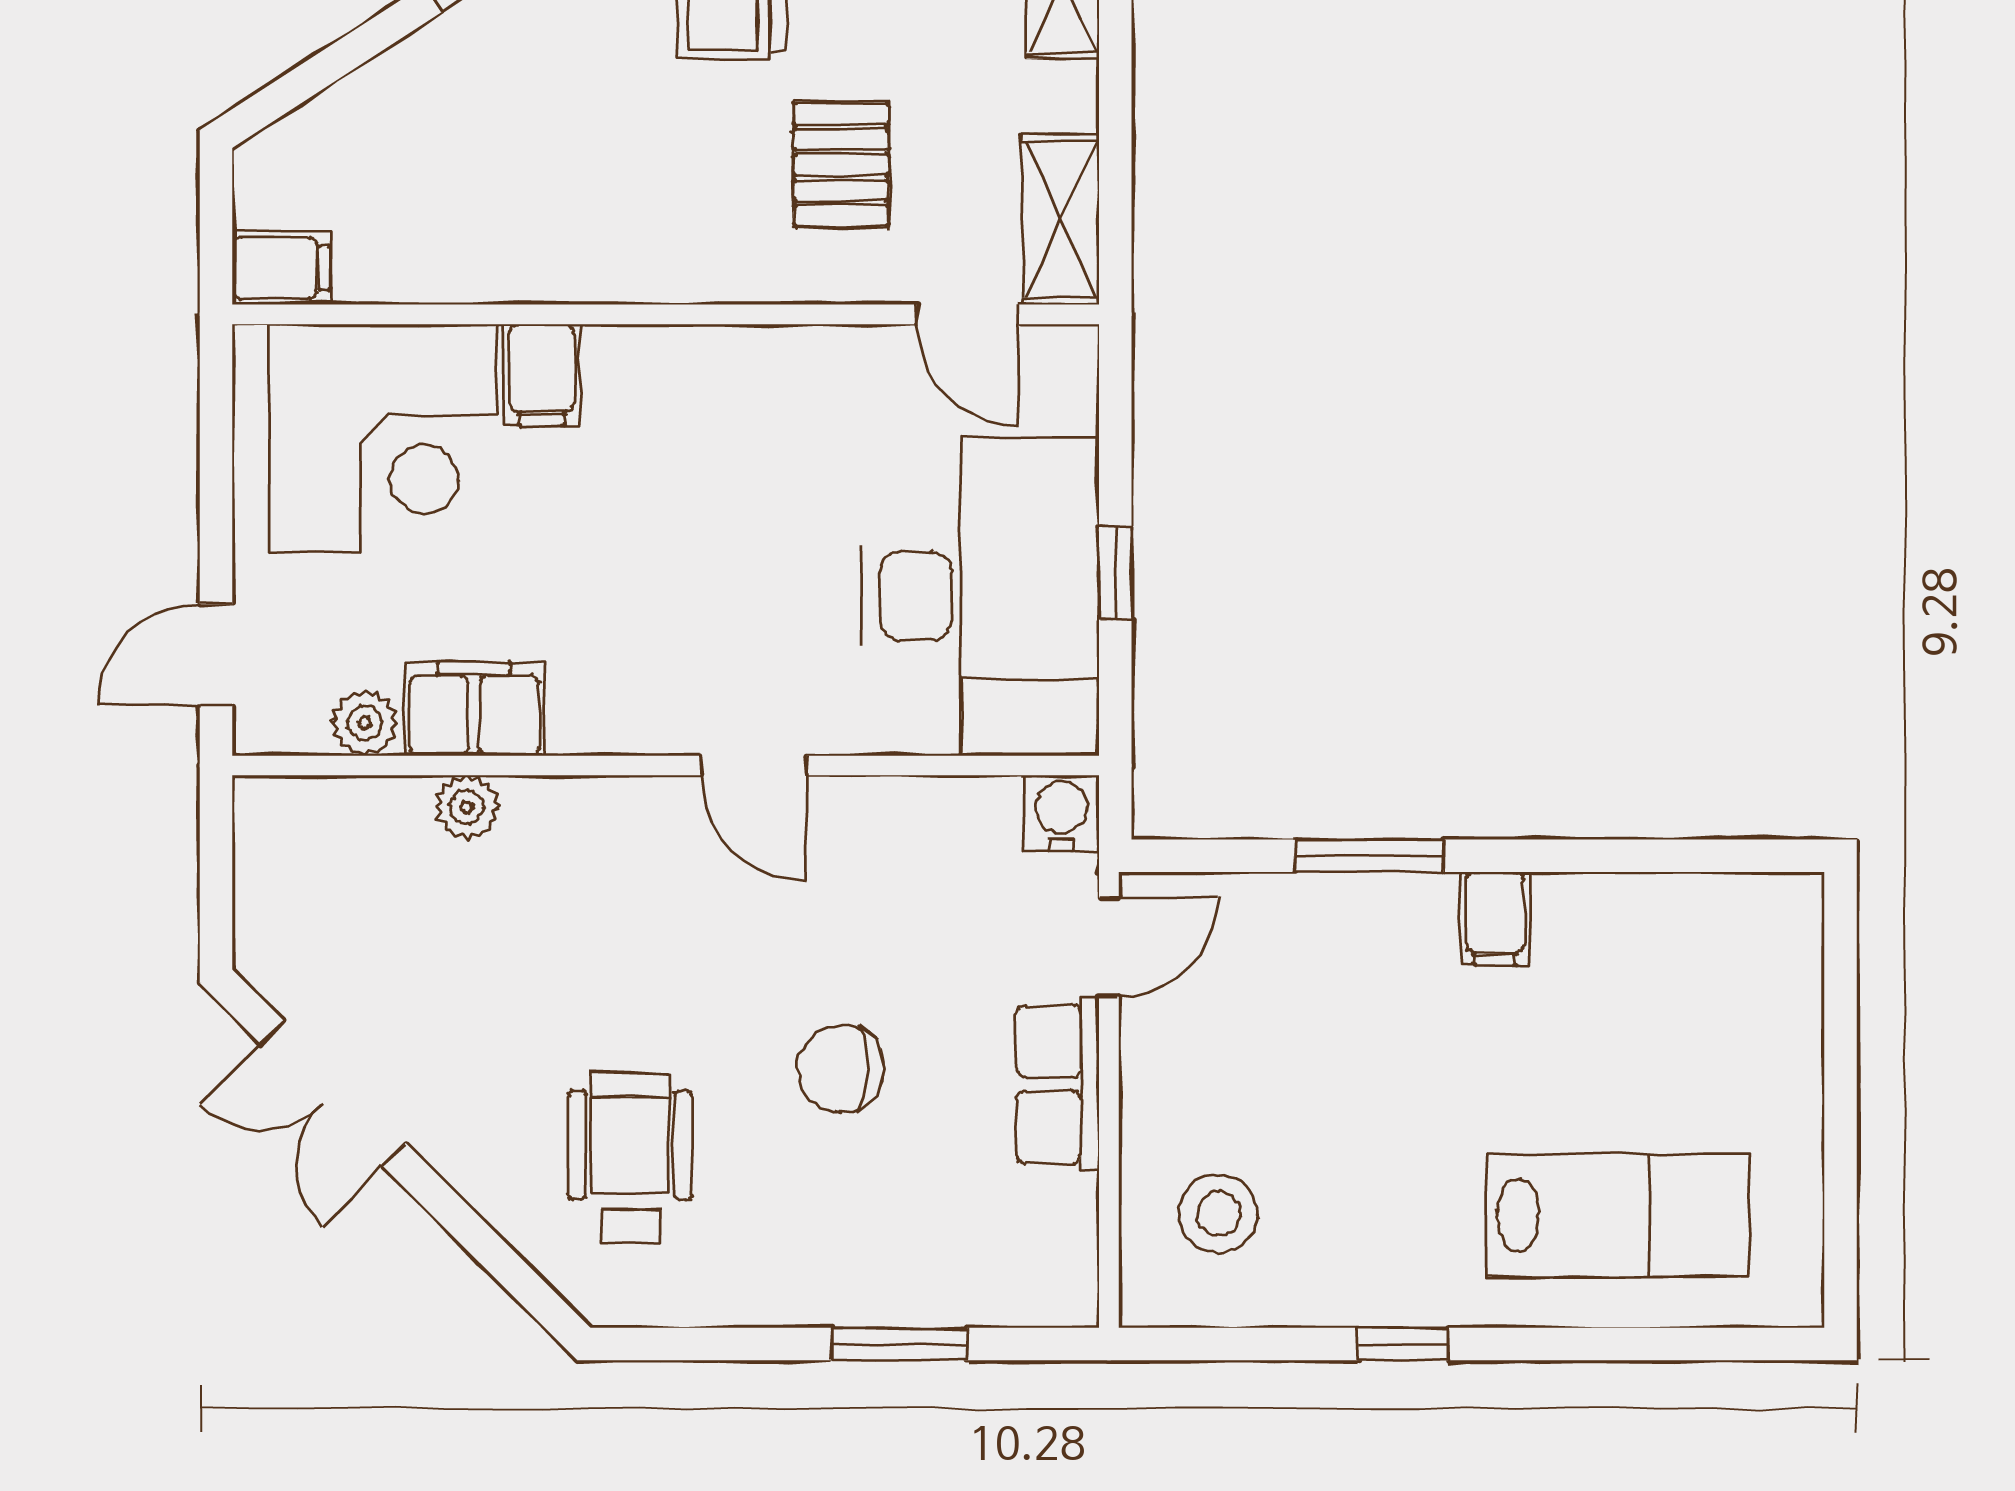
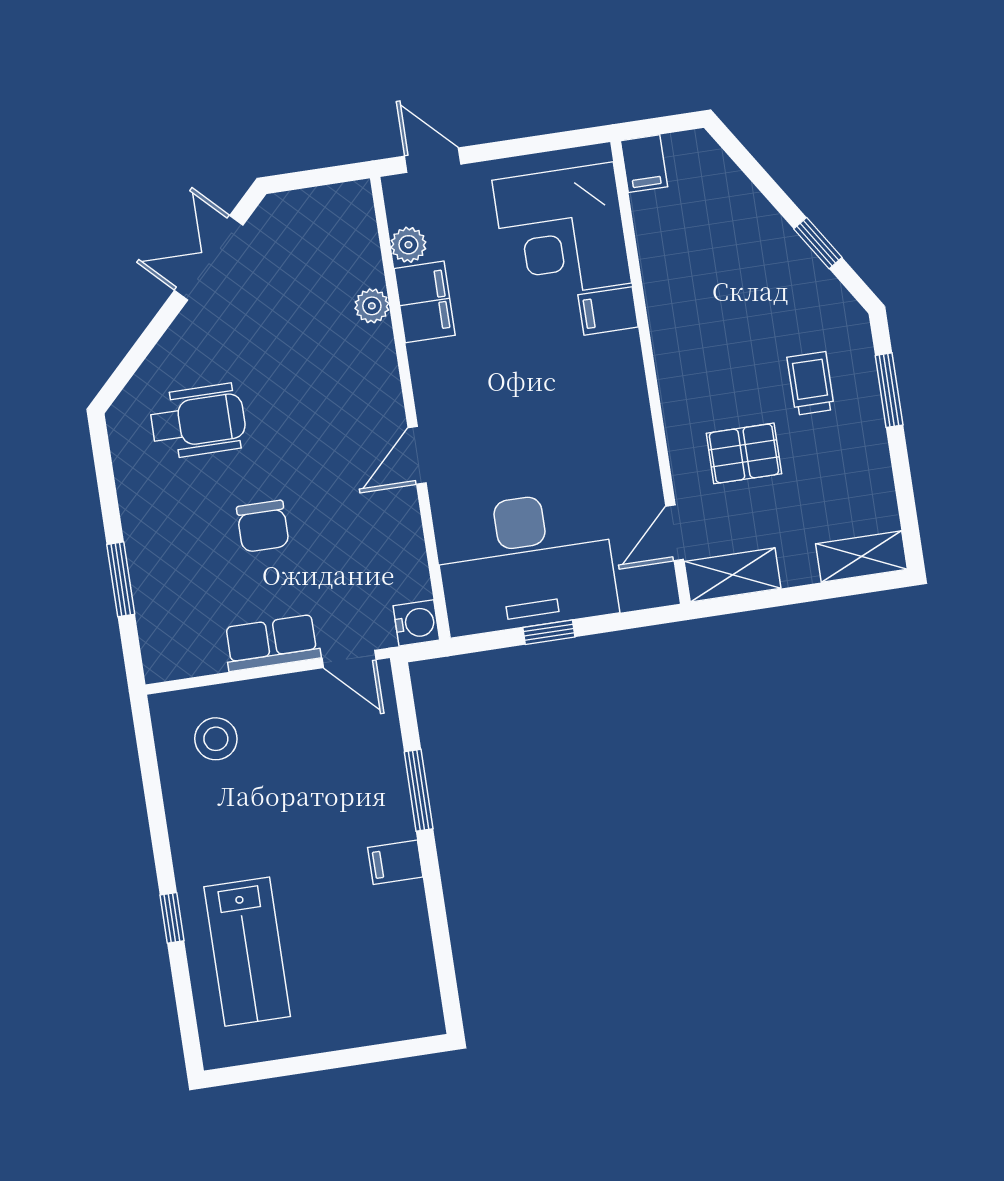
chair: (841, 1069) -> (263, 526), turned 180
window: (1403, 1344) -> (172, 918), moved

